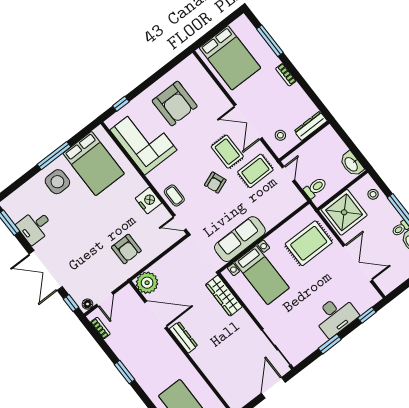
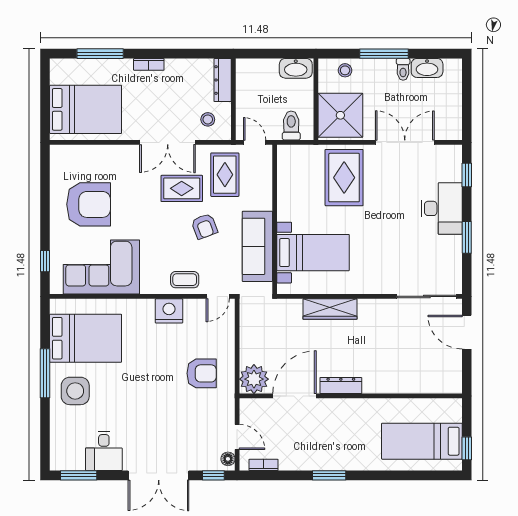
wall: (264, 237) -> (275, 219), moved
sofa: (240, 239) -> (257, 246), moved
bed with nightstands: (262, 275) -> (313, 253), moved

